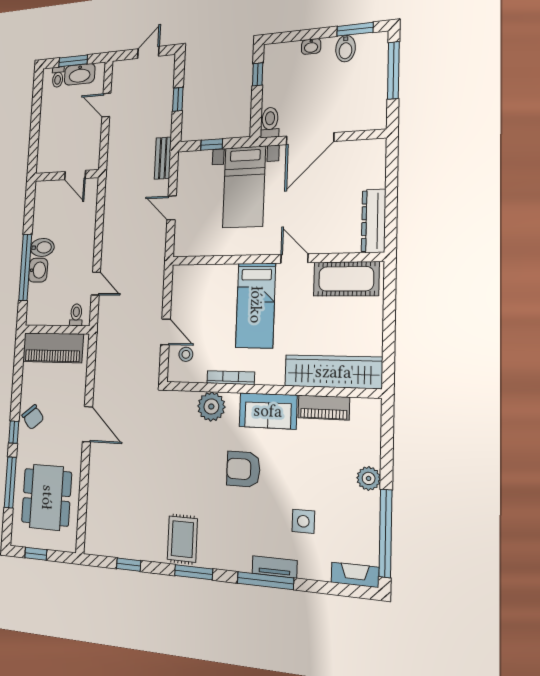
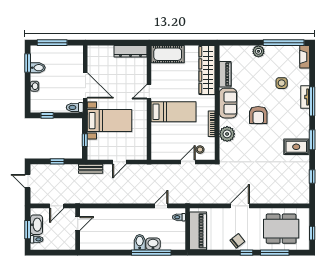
wall: (67, 175) -> (78, 229), moved
door: (75, 175) -> (78, 223), moved
cot: (346, 279) -> (168, 54), moved, turned 90

